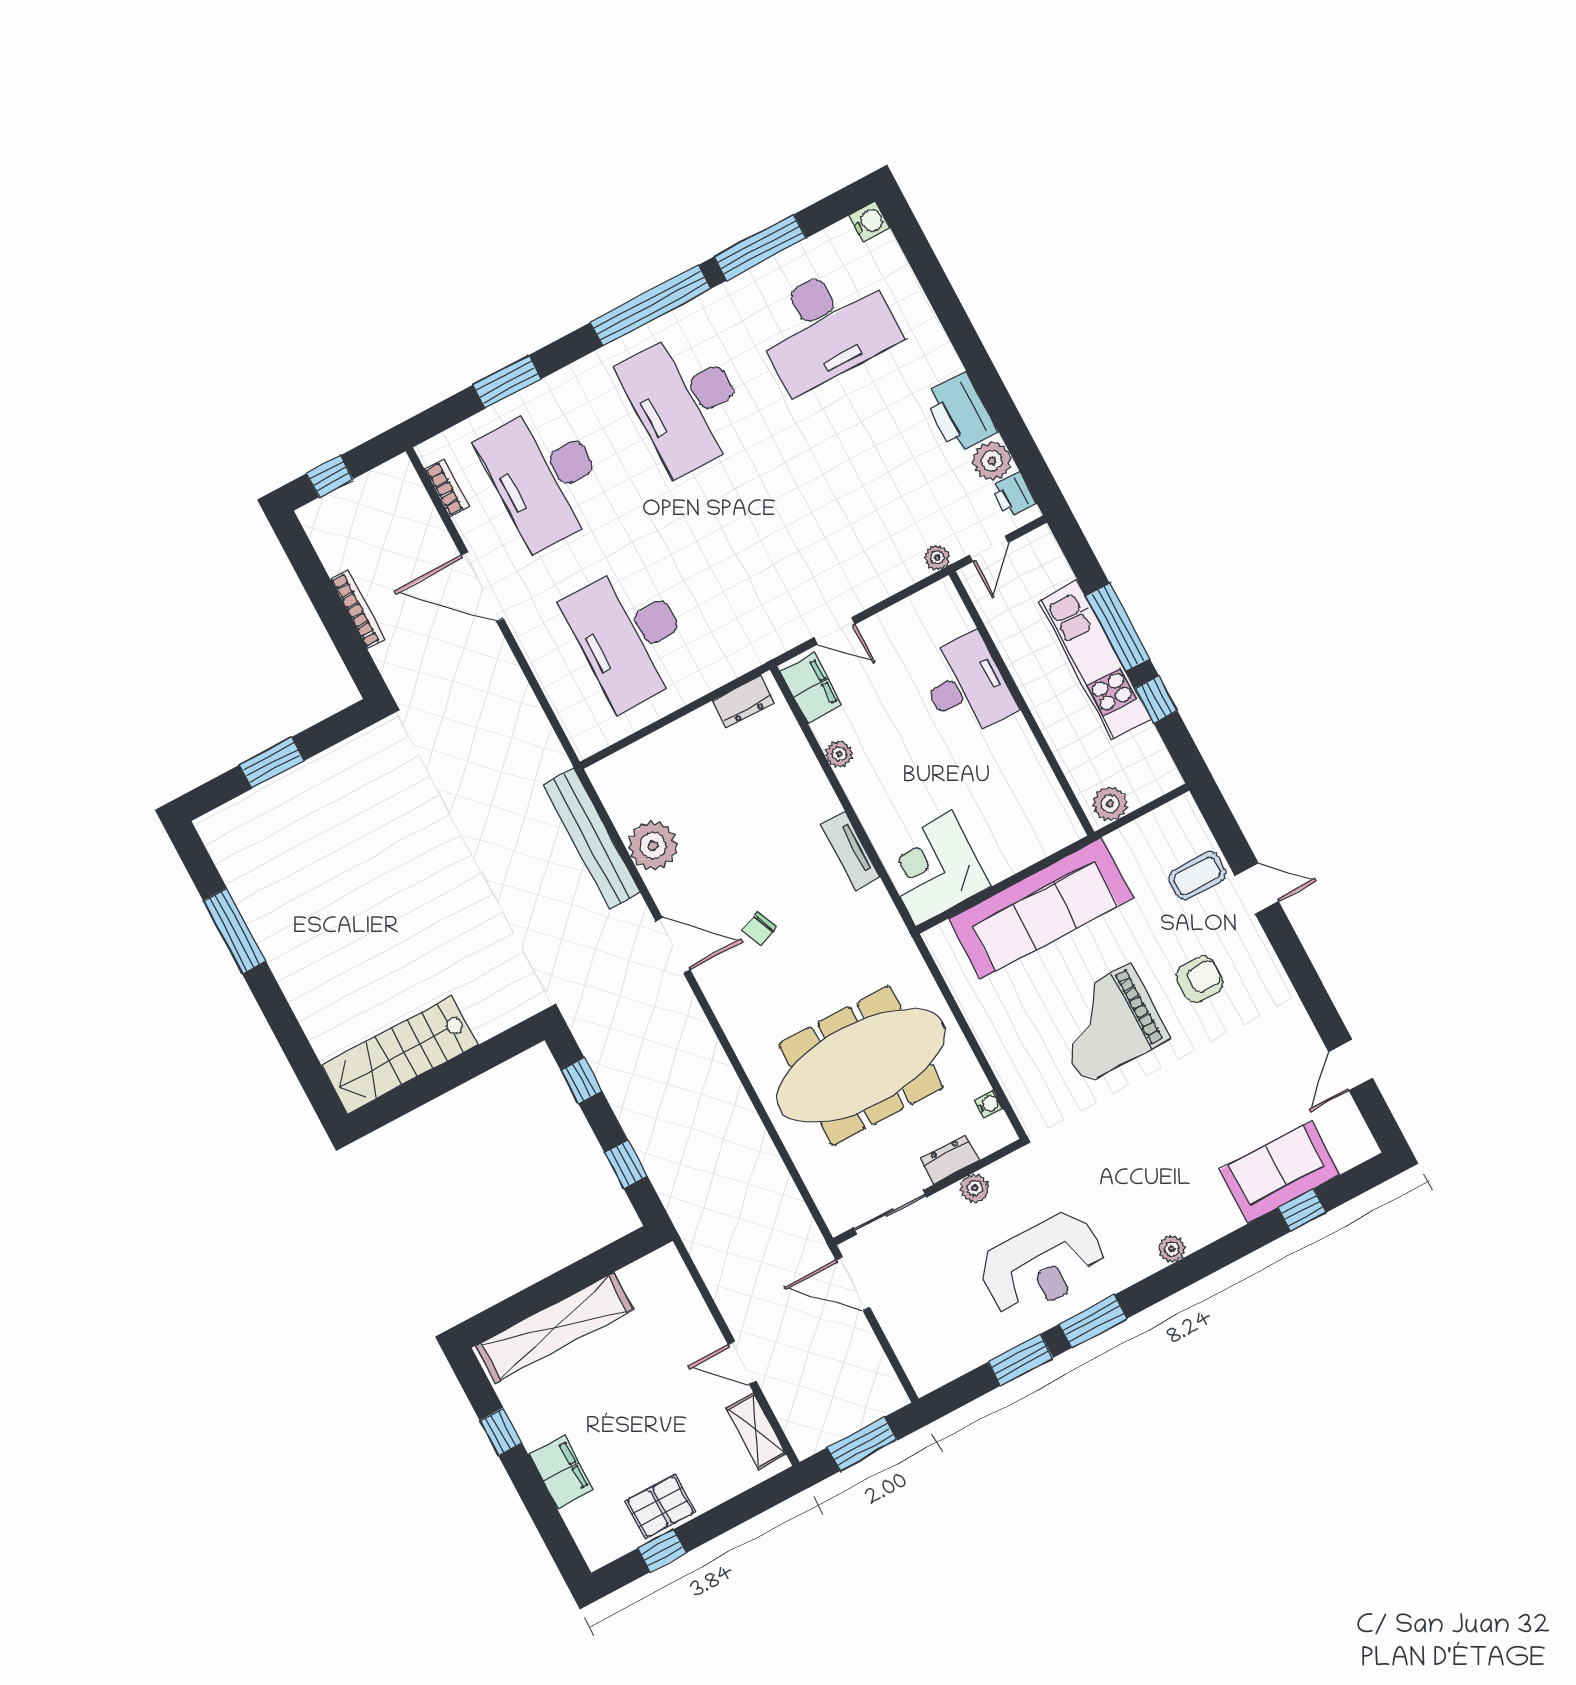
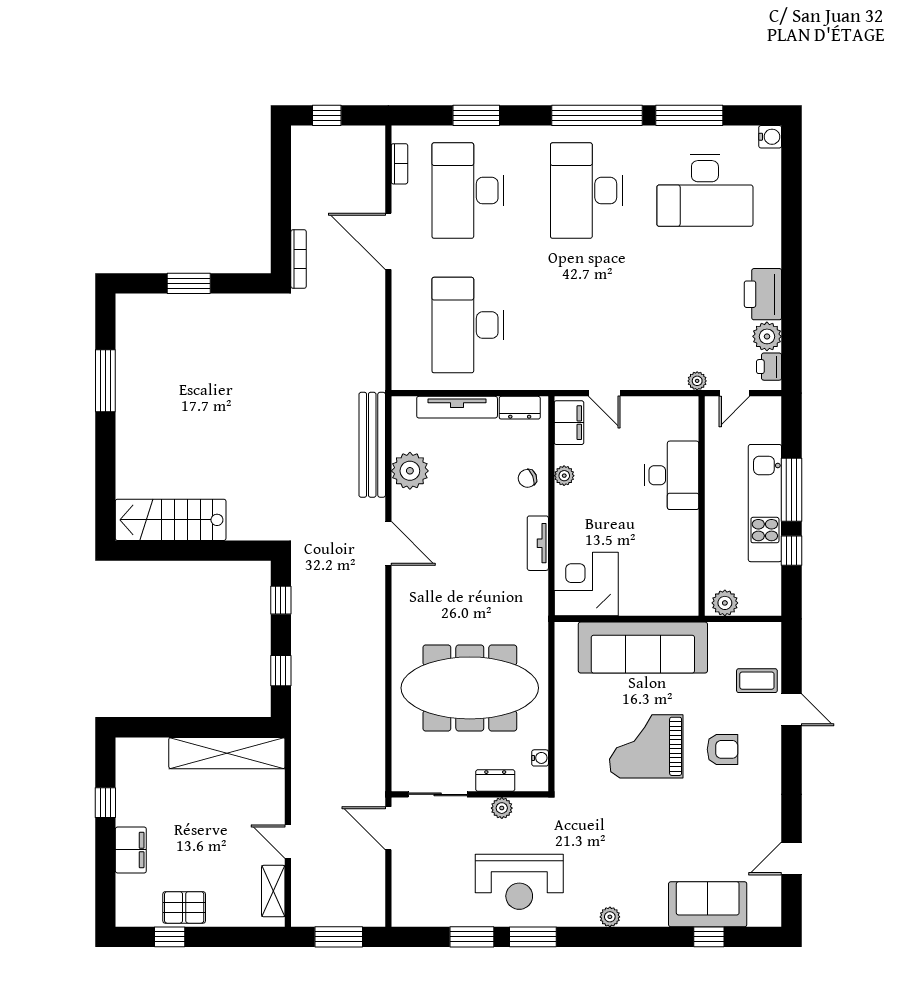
bookcase: (358, 609) -> (299, 259), moved
tv unit: (669, 740) -> (457, 407), added
chair: (759, 929) -> (527, 478), moved
shelving: (555, 1328) -> (227, 753), moved

